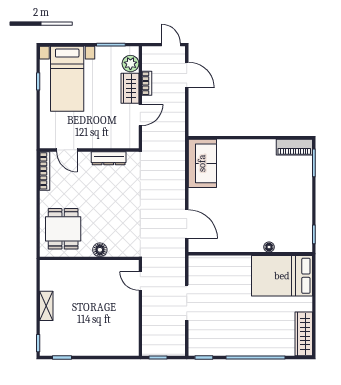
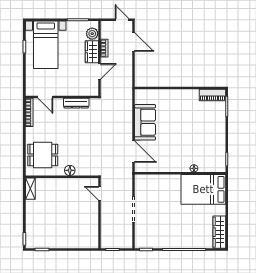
sofa: (202, 163) -> (145, 122), moved
dining table: (63, 229) -> (43, 155), turned 90
shelving: (46, 306) -> (30, 189), moved

